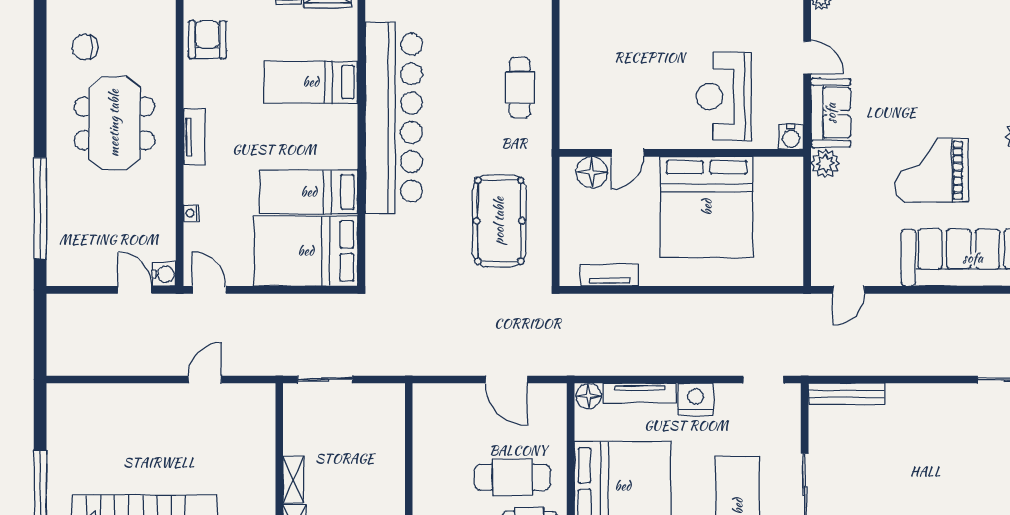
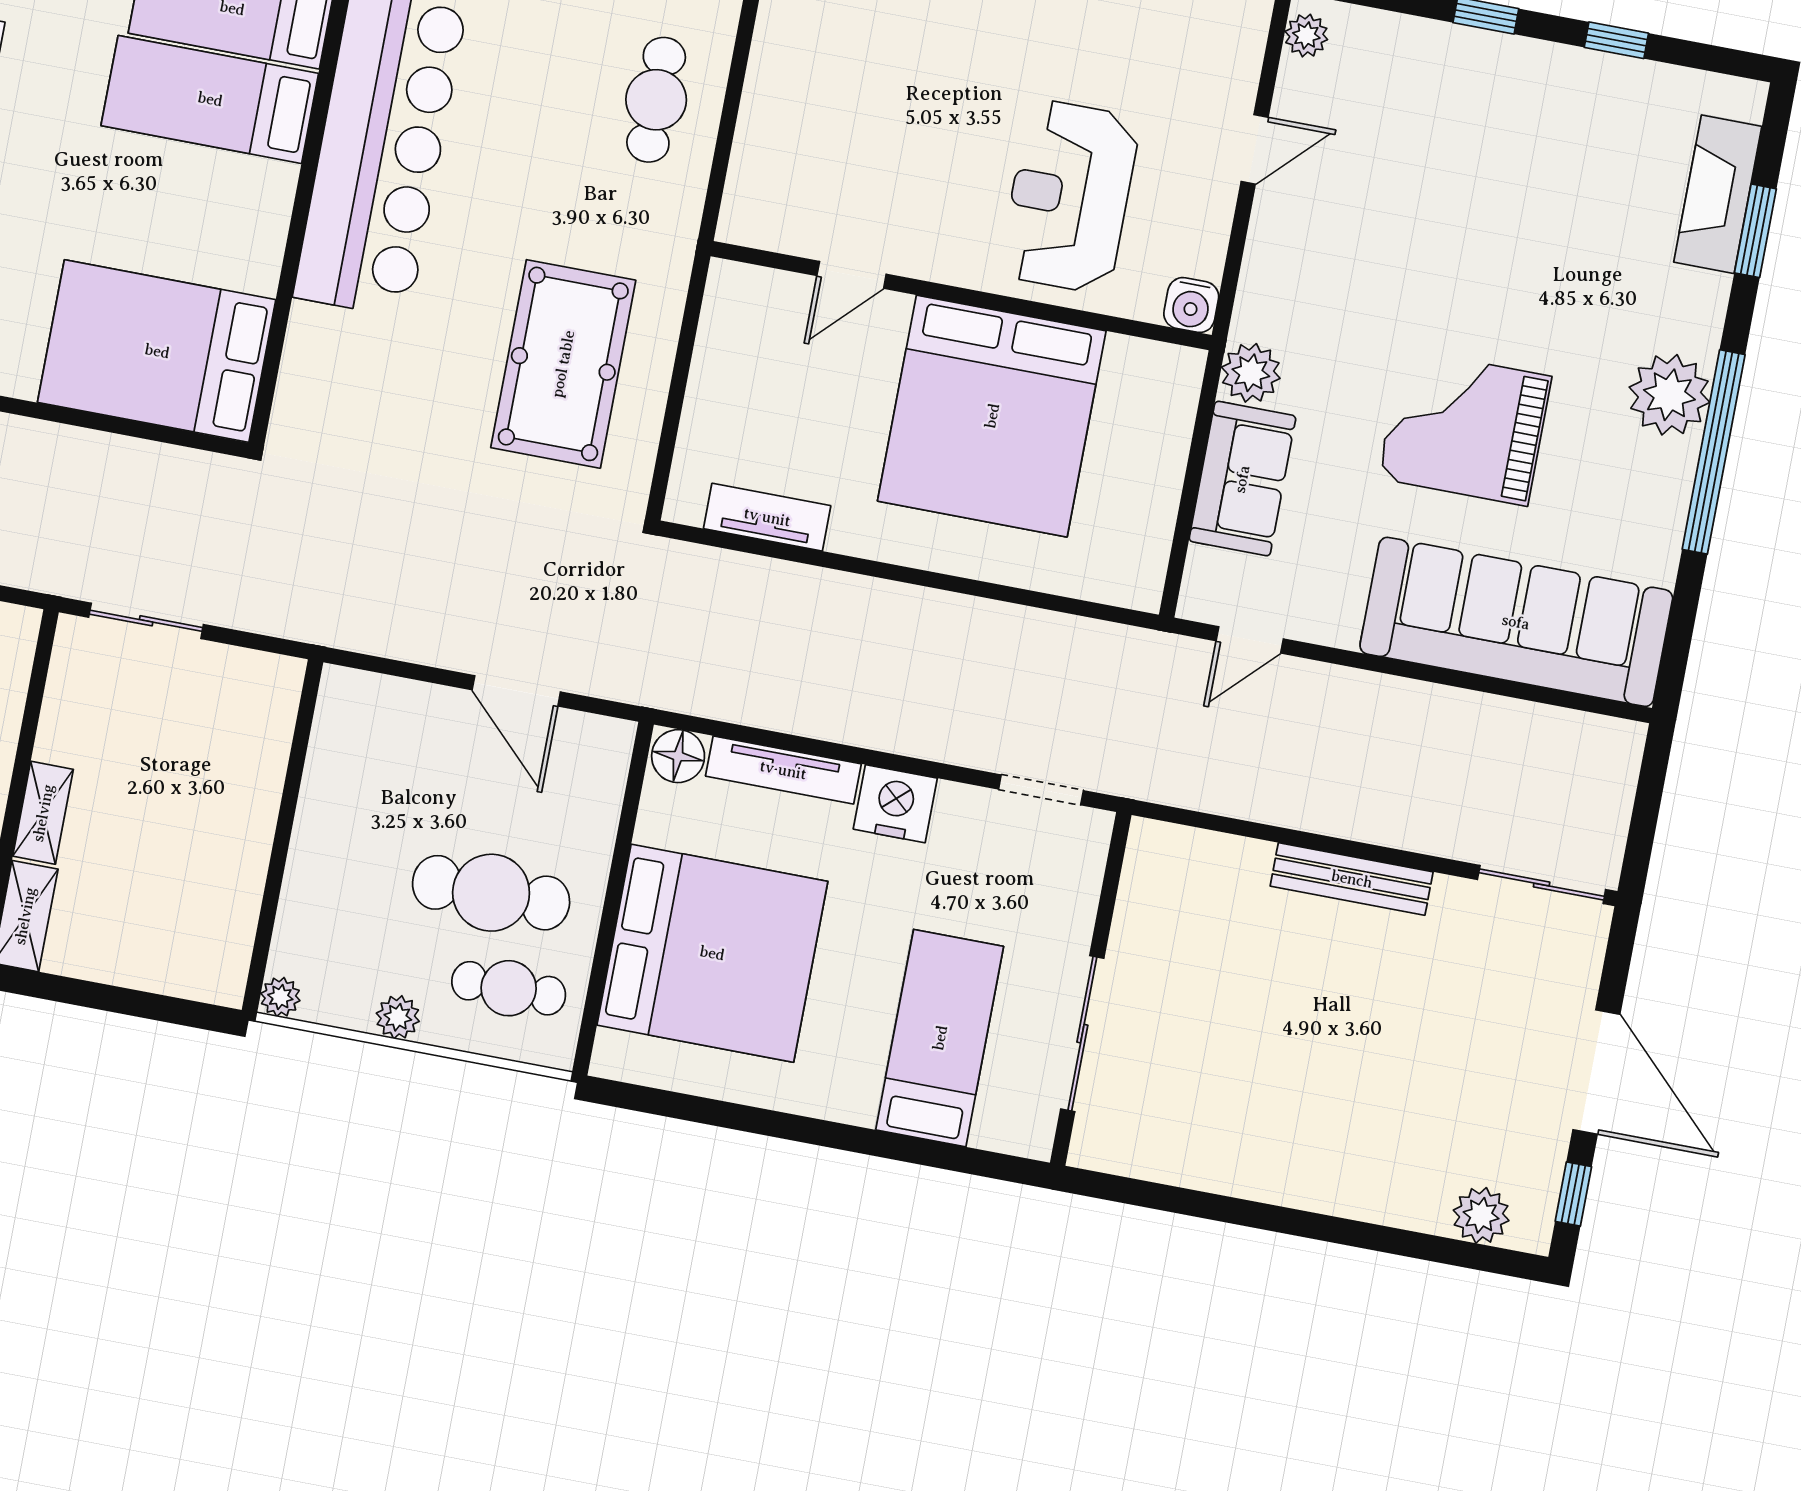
door: (807, 58) -> (1255, 149), hinge flipped
sofa: (831, 113) -> (1242, 479), moved
floor lamp: (592, 172) -> (770, 301), removed
bed: (309, 192) -> (210, 99), moved
bench: (846, 394) -> (1352, 879), moved

